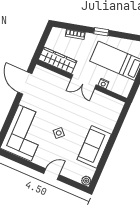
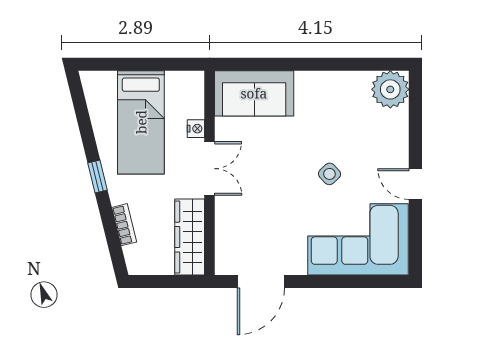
sofa: (94, 147) -> (254, 93), moved
door: (52, 174) -> (415, 184), moved
plant: (86, 181) -> (390, 89), width x1.87, depth x1.87

